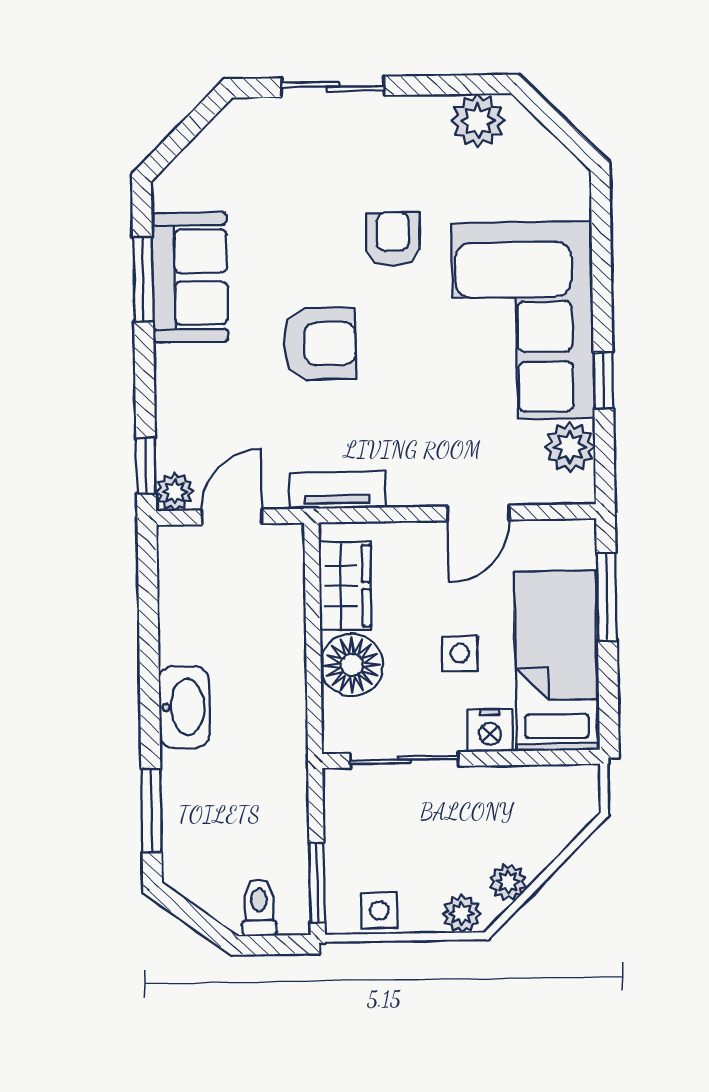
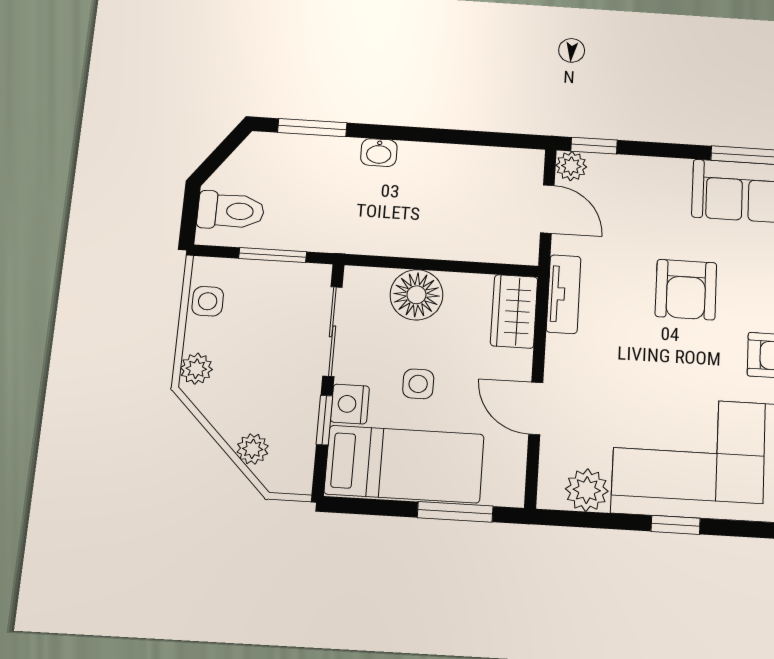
window: (603, 380) -> (676, 525), moved
wardrobe: (345, 586) -> (514, 311), moved, turned 90
washbasin: (184, 707) -> (379, 153), width x0.52, depth x0.69
window: (511, 758) -> (324, 420), added
plant: (508, 882) -> (253, 449), moved
window: (317, 883) -> (273, 255), moved
toilet: (259, 908) -> (231, 211), width x1.37, depth x1.39

